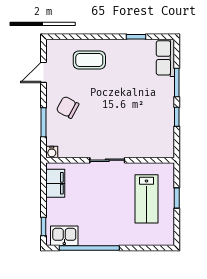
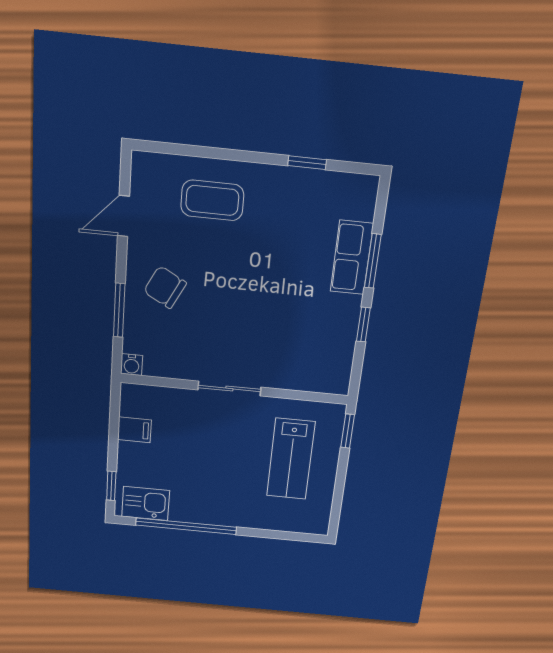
row of seats: (165, 58) -> (352, 258), moved
filing cabinet: (55, 183) -> (134, 430), width x0.50
window: (177, 198) -> (348, 431), moved

